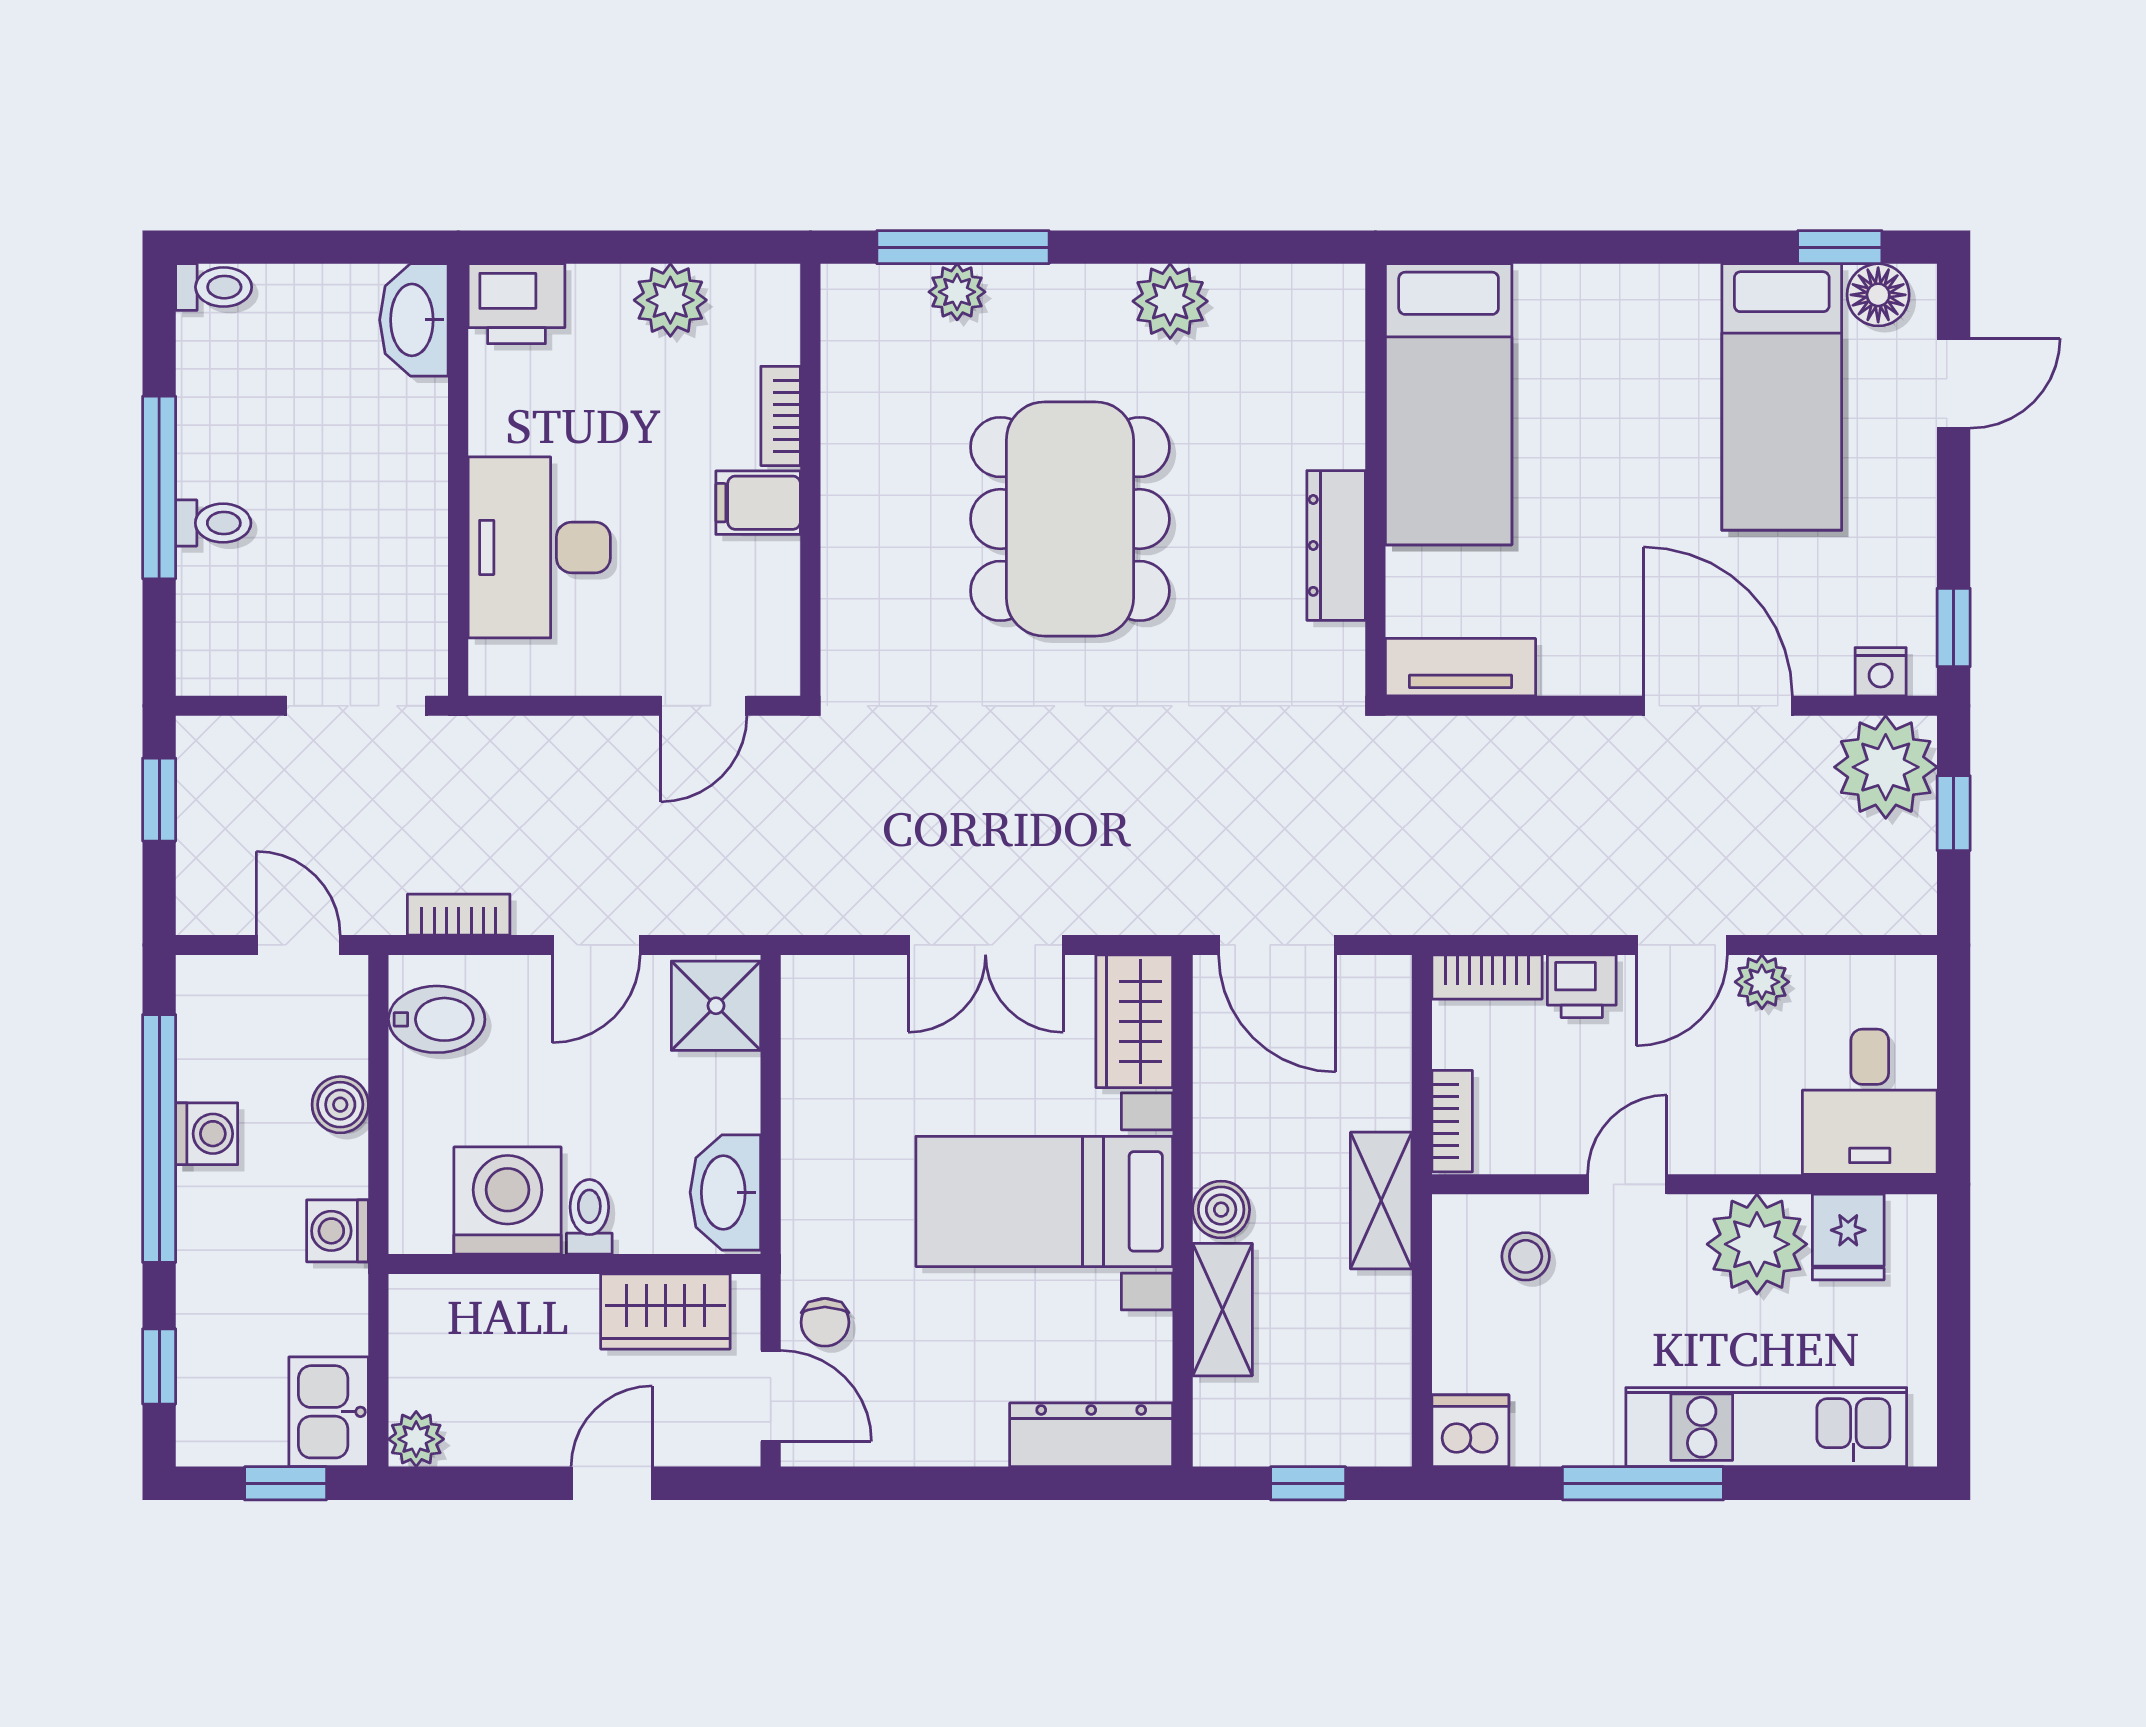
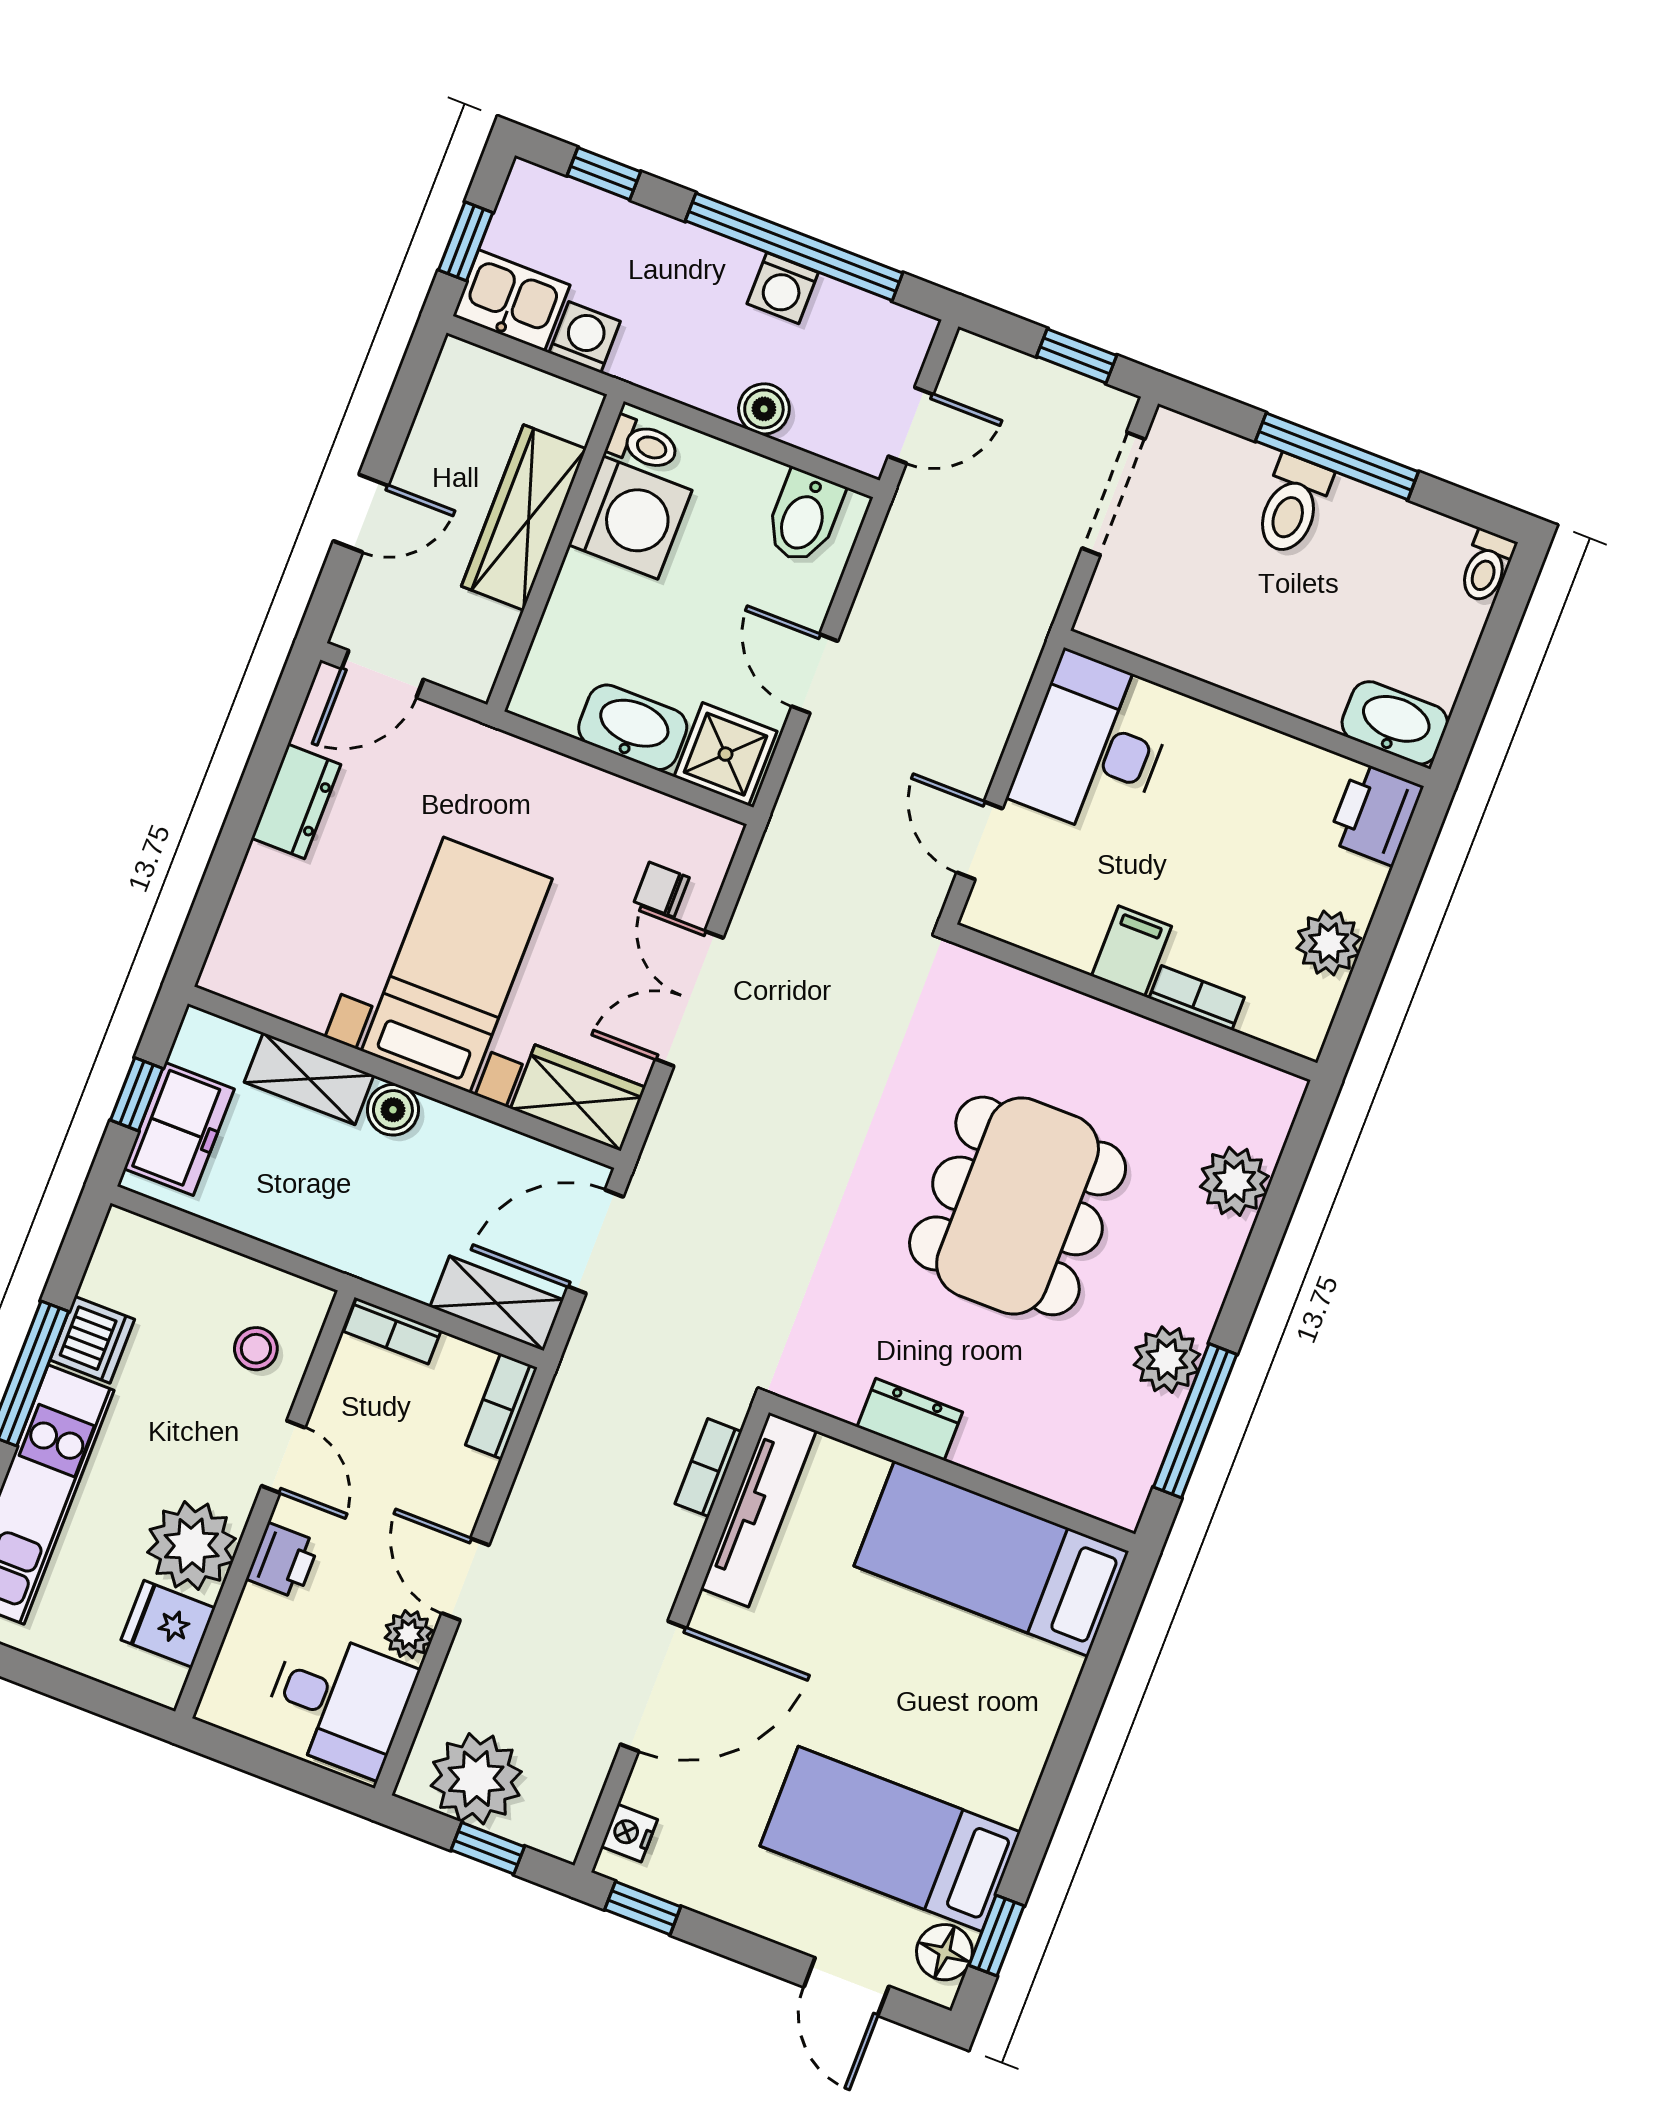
window: (963, 247) -> (1195, 1421), moved
plant: (957, 292) -> (1234, 1181), width x1.38, depth x1.38
dining table: (1070, 519) -> (1018, 1206), turned 90
toilet: (213, 523) -> (1292, 505), width x1.37, depth x1.39
dresser: (1336, 545) -> (910, 1419), width x0.70
desk: (539, 547) -> (1094, 746), moved, turned -90
tv unit: (1460, 667) -> (758, 1510), width x1.41
doorway: (356, 706) -> (1113, 494), moved
plant: (1886, 767) -> (476, 1779), moved
bookcase: (459, 915) -> (708, 1468), moved, turned 180
printer: (1582, 986) -> (283, 1561), moved, turned 180
desk: (1870, 1102) -> (339, 1703), moved, turned 180
washbasin: (725, 1192) -> (633, 727), moved
shelving: (1381, 1201) -> (497, 1303), moved
toilet: (589, 1217) -> (643, 444), moved
washing machine: (338, 1231) -> (585, 337), moved
wardrobe: (665, 1311) -> (524, 518), moved, width x1.50
chair: (825, 1322) -> (662, 890), moved
freezer: (1327, 1425) -> (179, 1129), added
dishwasher: (1470, 1431) -> (92, 1340), moved
dresser: (1091, 1435) -> (296, 801), moved, width x0.70
plant: (416, 1439) -> (461, 365), removed
door: (612, 1483) -> (361, 513), hinge flipped

